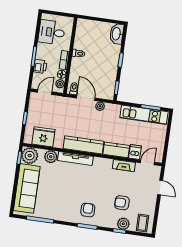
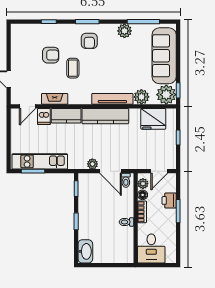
desk: (52, 32) -> (151, 249), moved, turned 90
coffee table: (142, 223) -> (73, 68), moved
plant: (123, 224) -> (124, 31), moved

